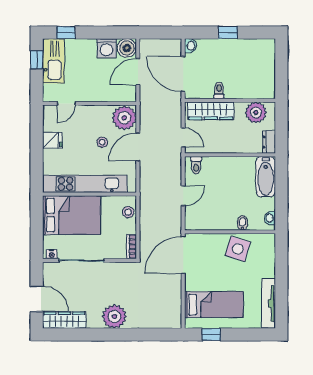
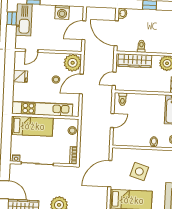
boiler: (127, 48) -> (77, 13), removed
door: (183, 137) -> (114, 79), swing flipped
bed: (72, 215) -> (32, 126), width x0.67
side table: (238, 249) -> (139, 171), moved
door: (183, 255) -> (110, 174), moved

